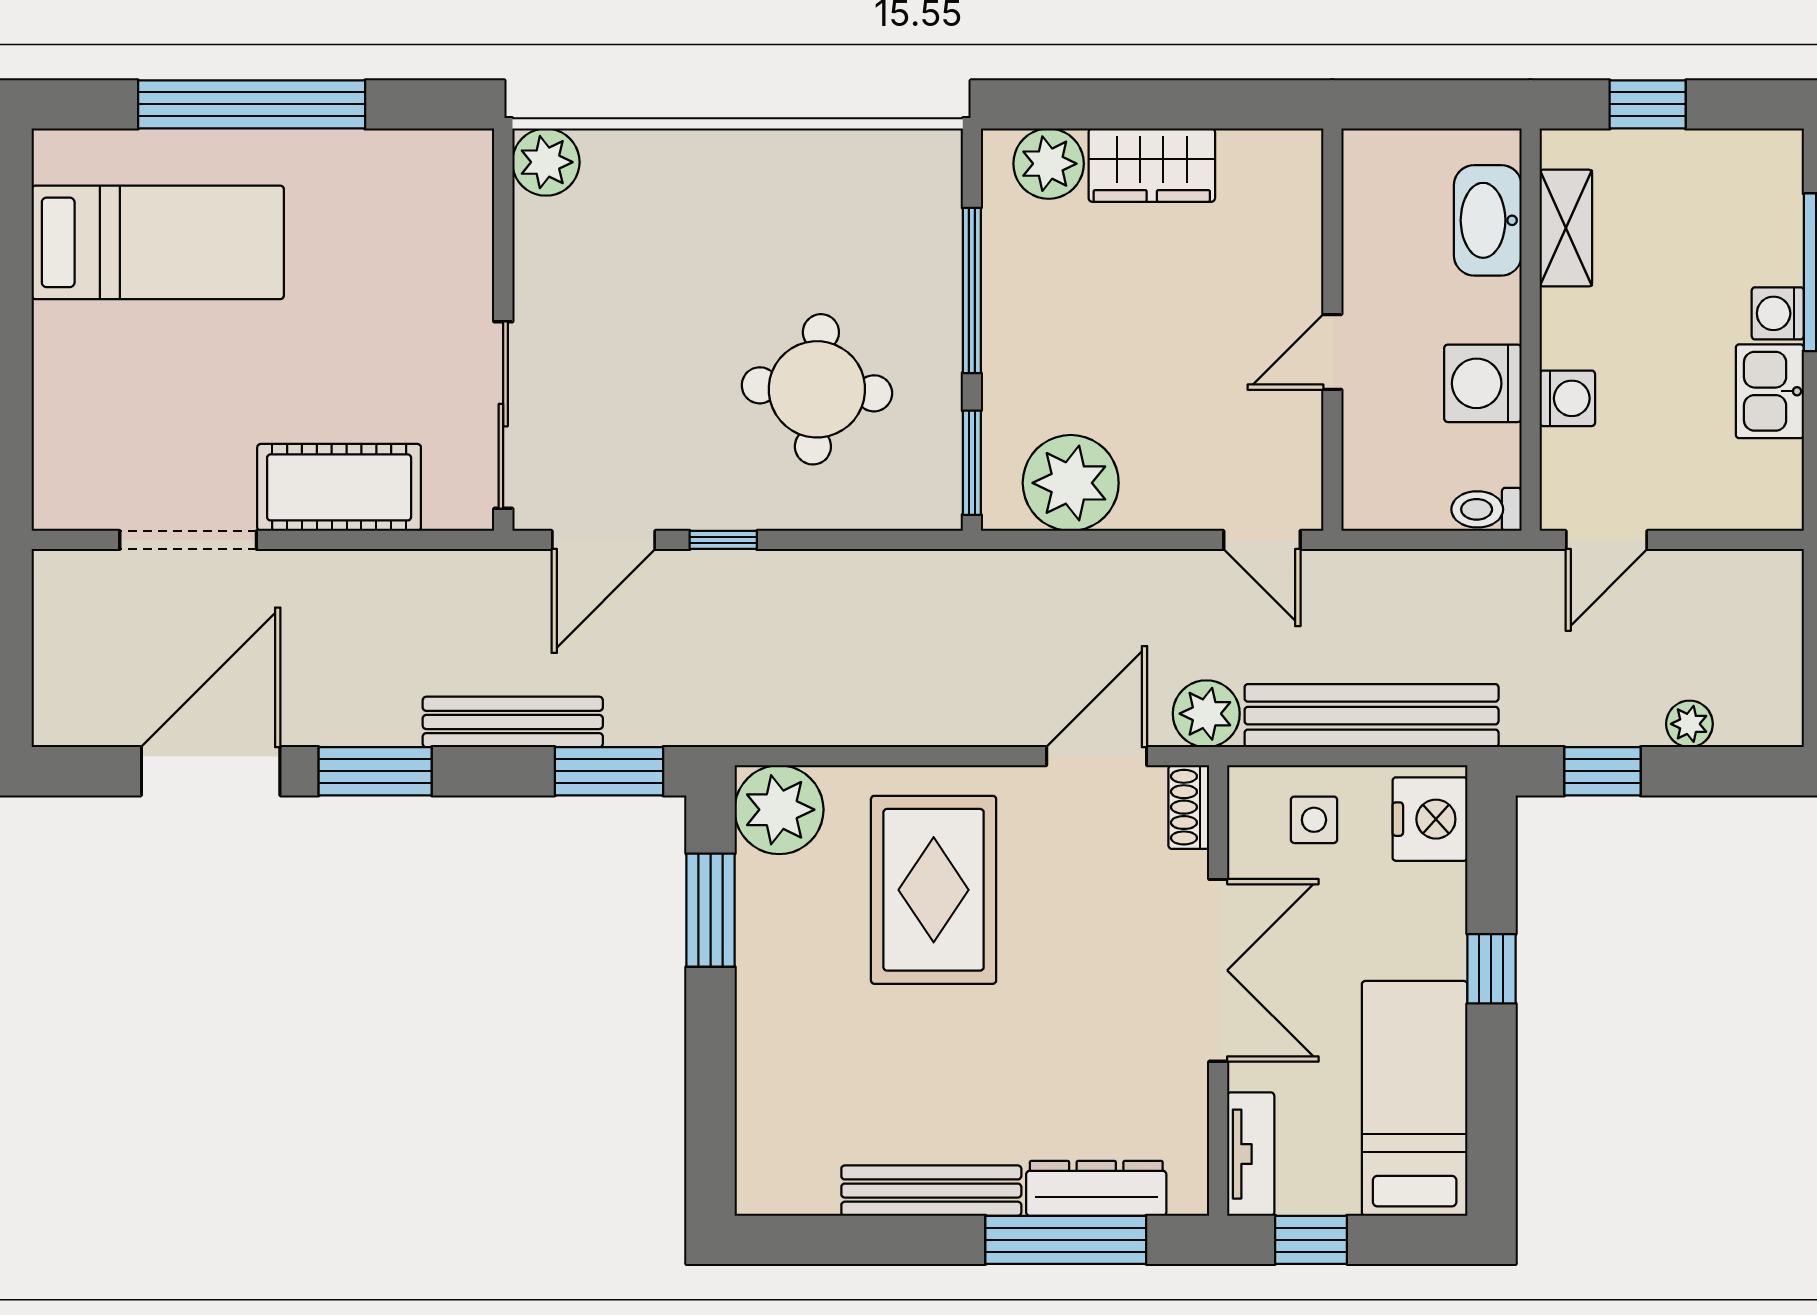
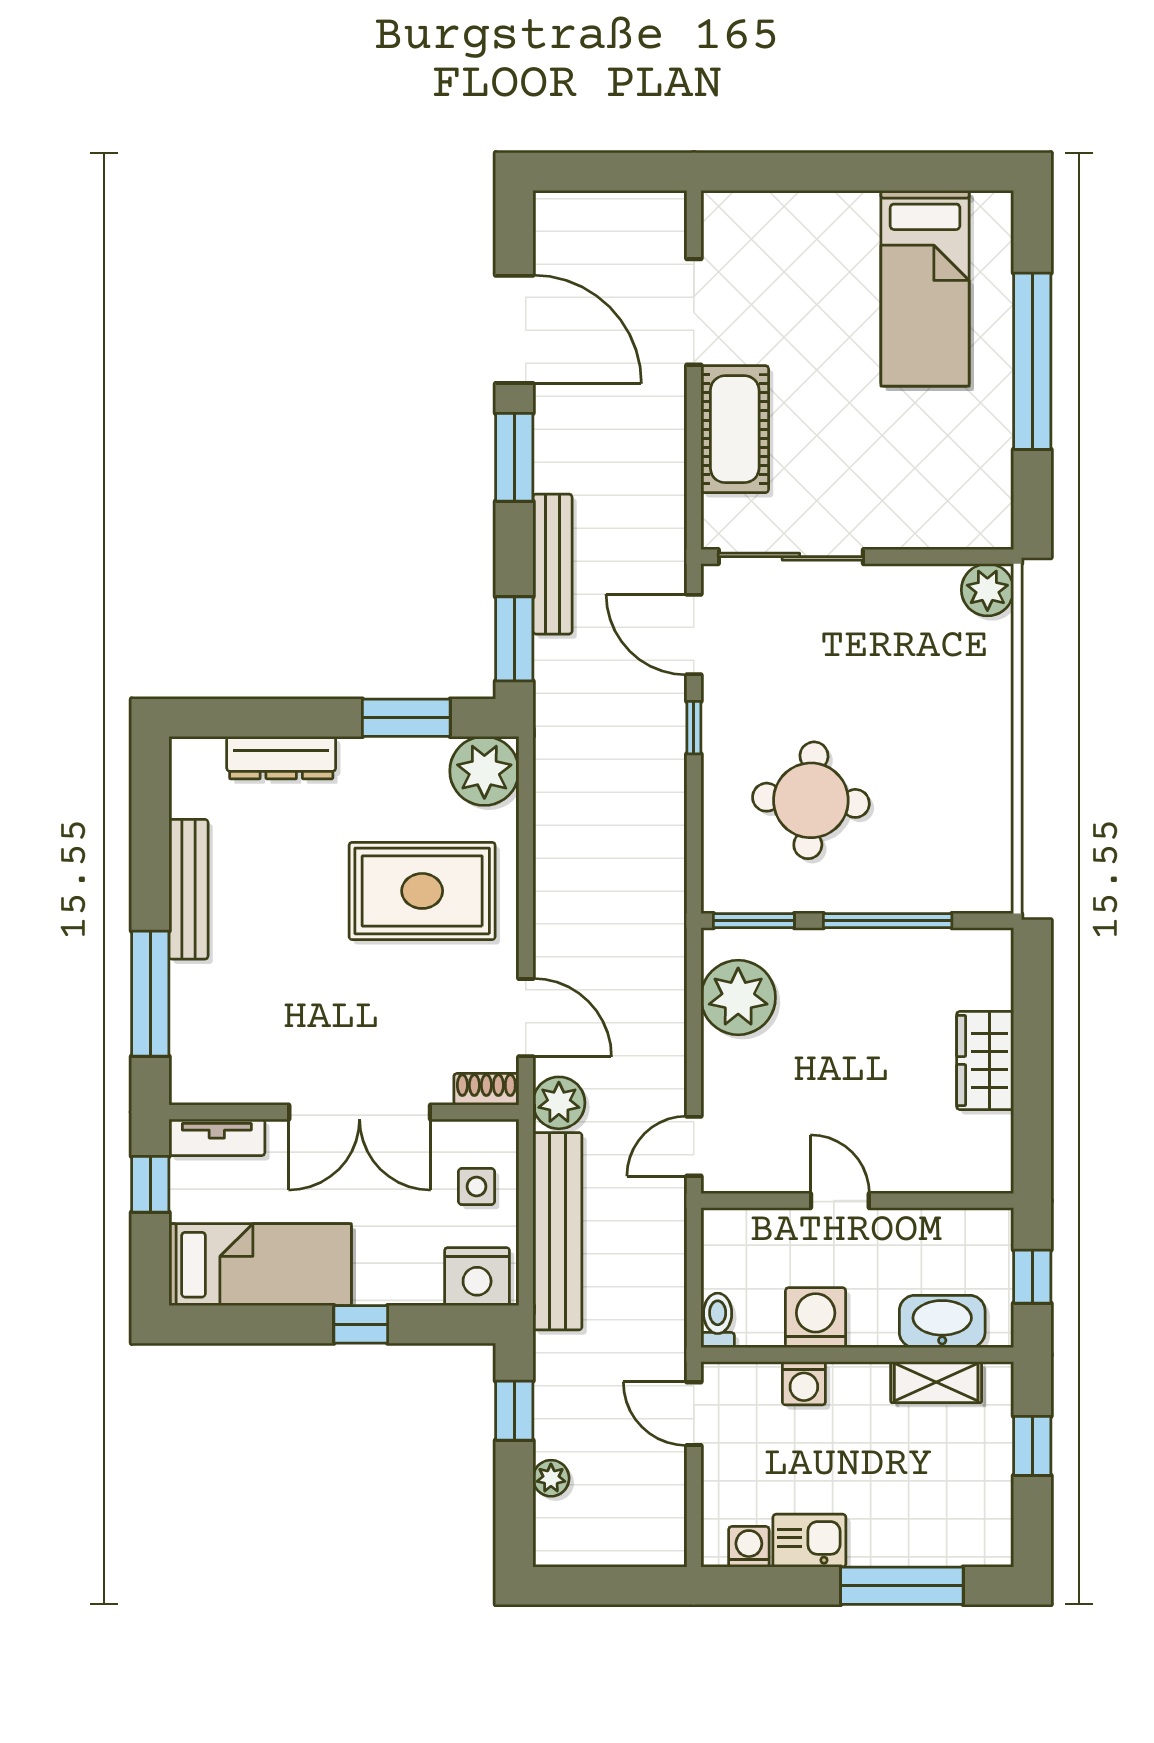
window: (1430, 104) -> (1032, 1277), added
plant: (1049, 164) -> (986, 980), removed
washing machine: (1778, 313) -> (749, 1547), moved
dresser: (1096, 1188) -> (281, 758), moved, turned 90

